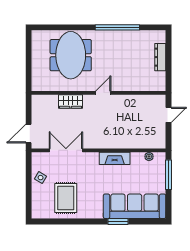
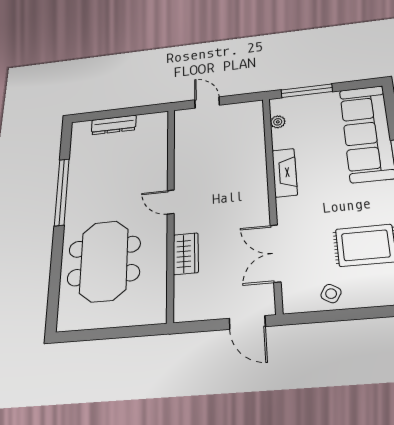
meeting table: (71, 55) -> (104, 261), turned 90

